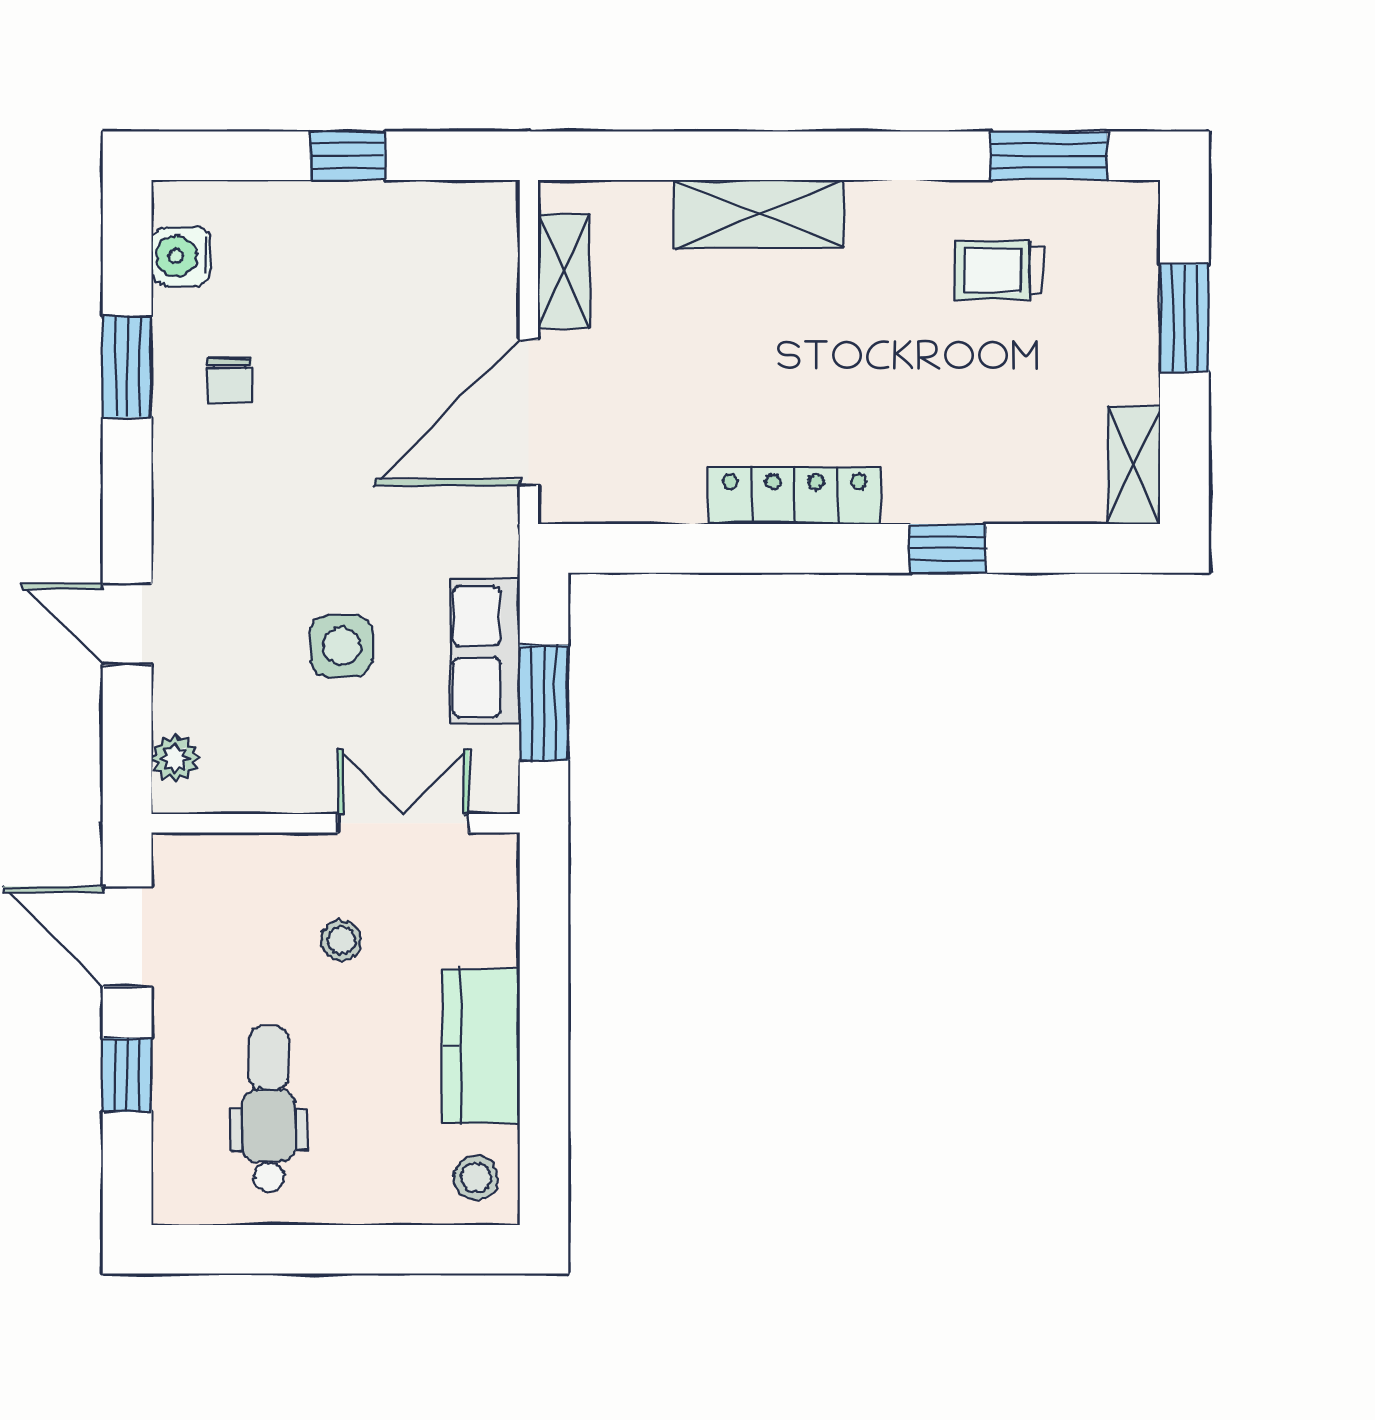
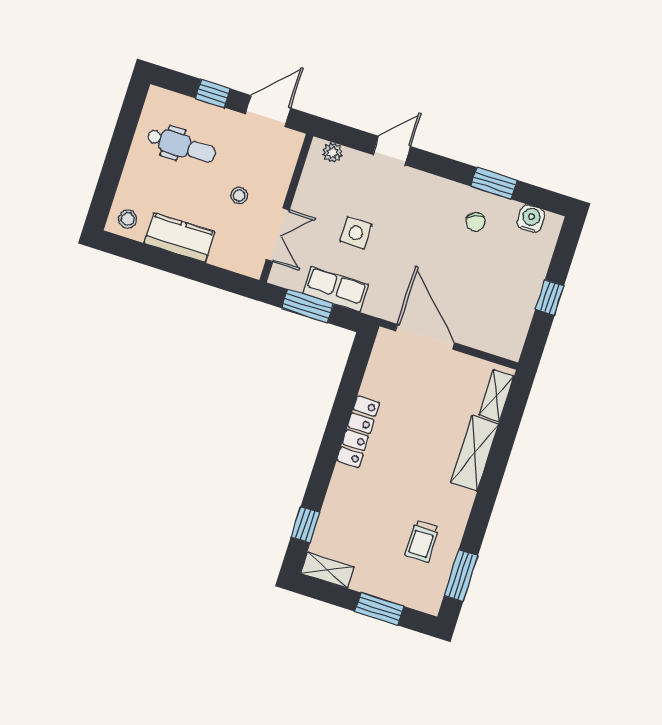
trolley: (999, 270) -> (422, 541), turned 180
shelving: (564, 271) -> (496, 396), moved, turned 90
chair: (229, 380) -> (476, 222), turned -113
window: (948, 548) -> (305, 525), moved

